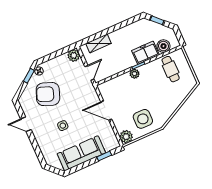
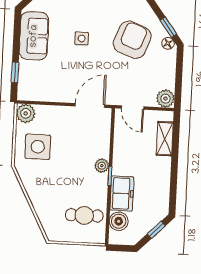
door: (106, 111) -> (90, 105), moved
sofa: (81, 153) -> (34, 36), width x0.73

